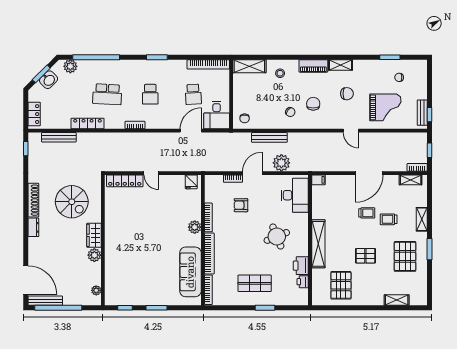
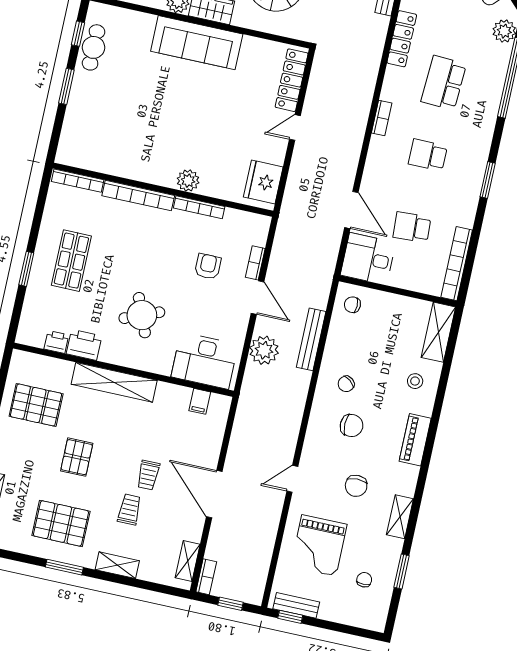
shelving: (340, 65) -> (400, 517), moved
filing cabinet: (318, 180) -> (200, 401), moved
fridge: (191, 182) -> (263, 182), width x1.88, depth x1.34
sofa: (190, 272) -> (197, 43), moved, turned 180
cafe table: (131, 297) -> (93, 47), added

